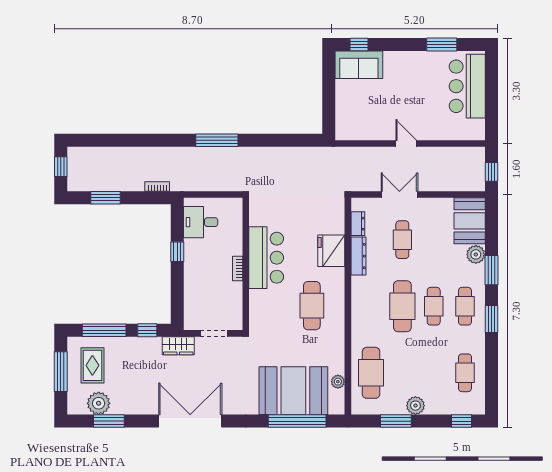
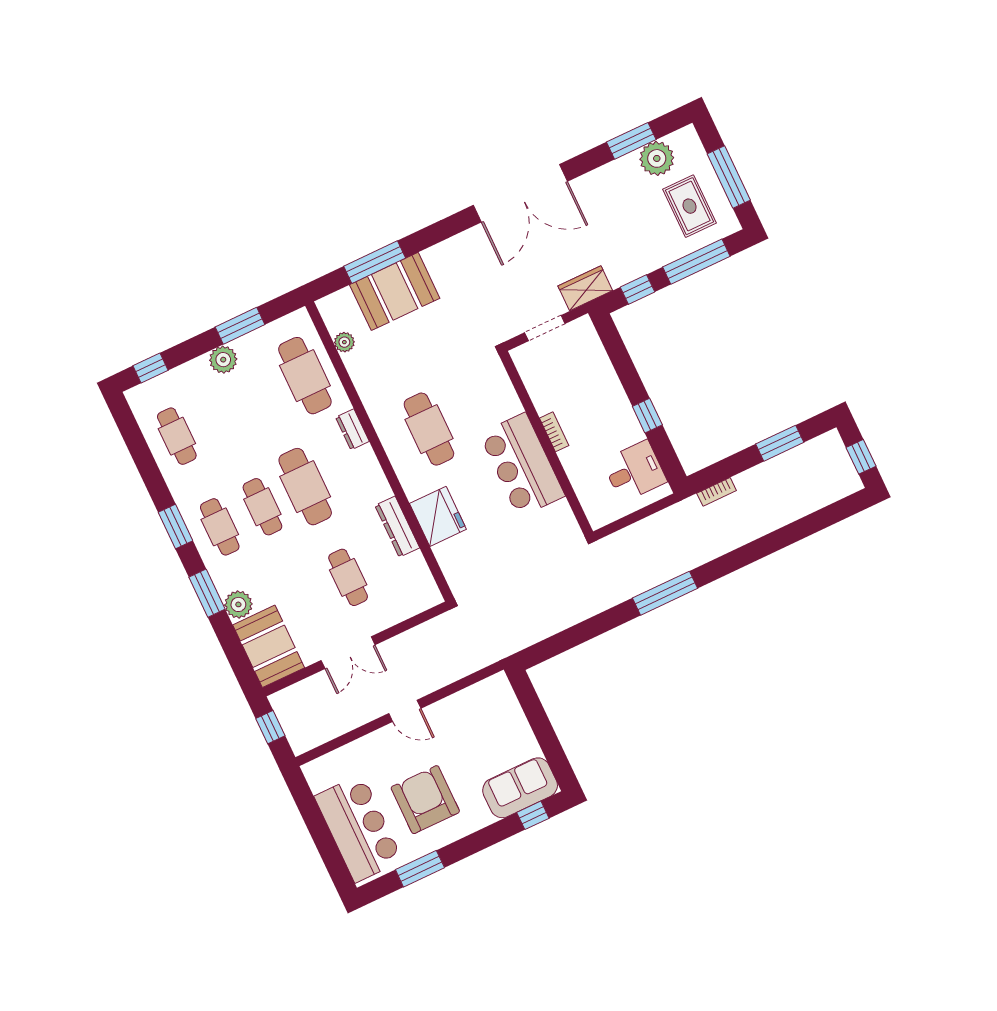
armchair: (419, 85) -> (425, 800), added
double door: (399, 195) -> (348, 653), moved
dresser: (358, 224) -> (352, 429), moved
booth: (293, 391) -> (395, 291), width x0.73, depth x0.70
window: (297, 421) -> (375, 262), width x0.68

